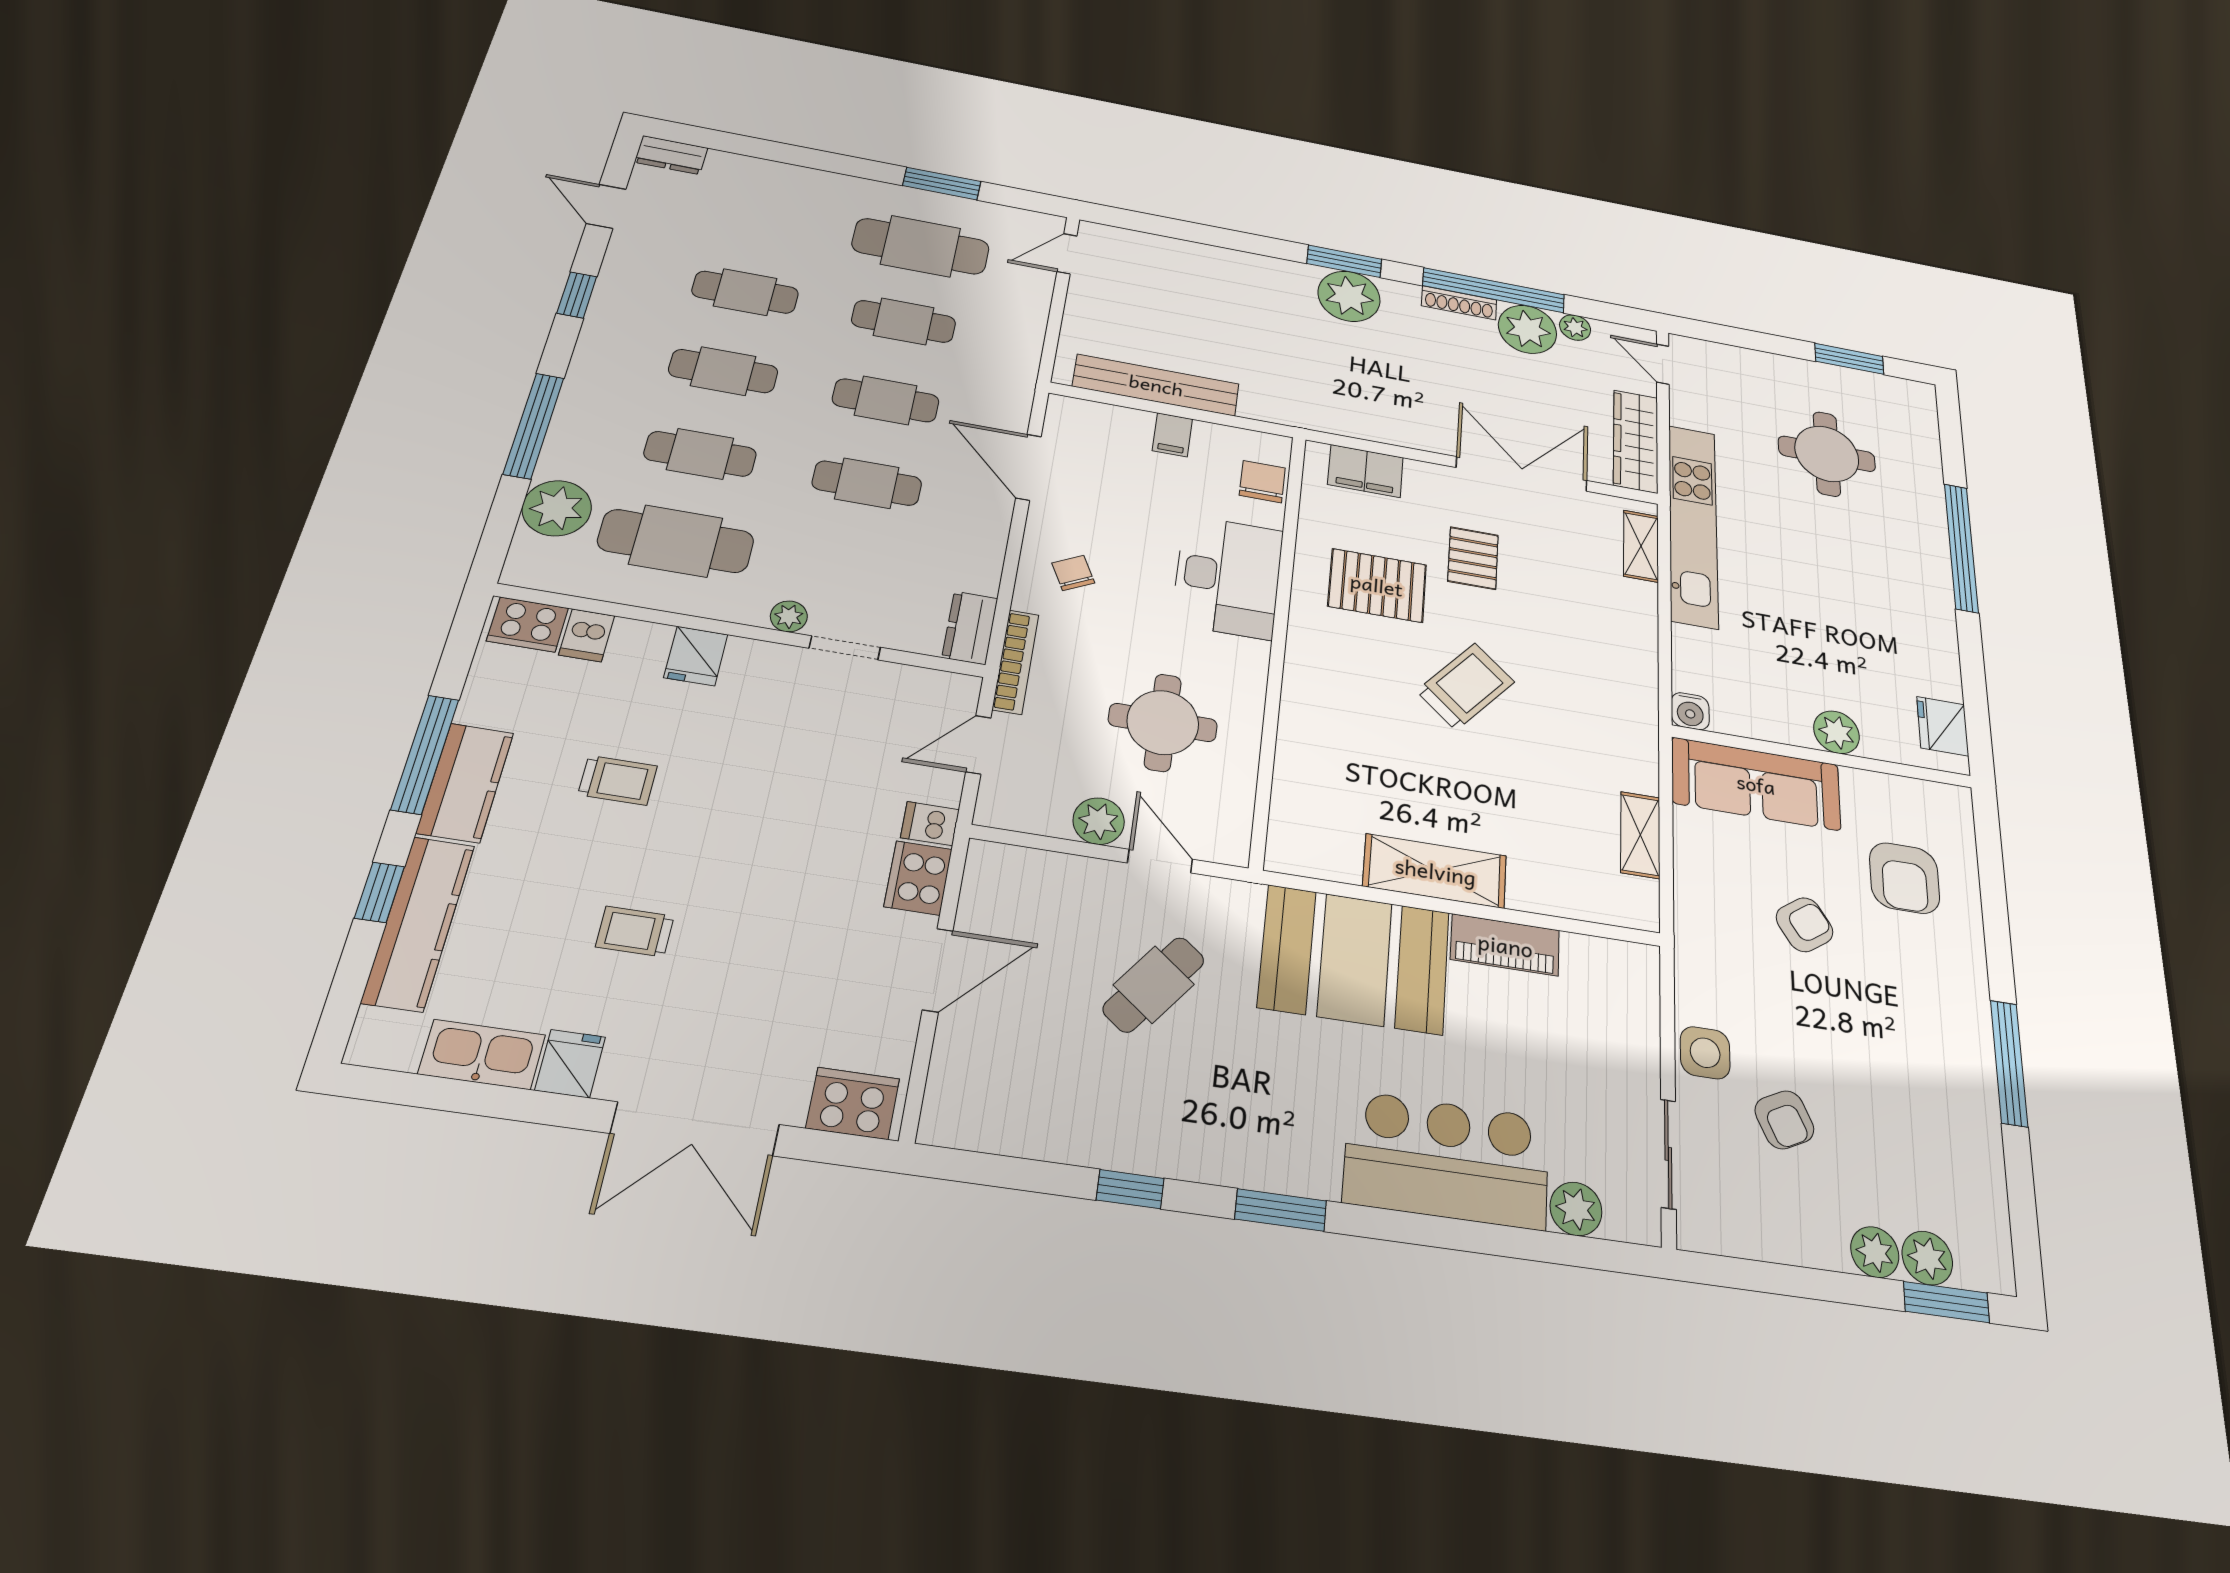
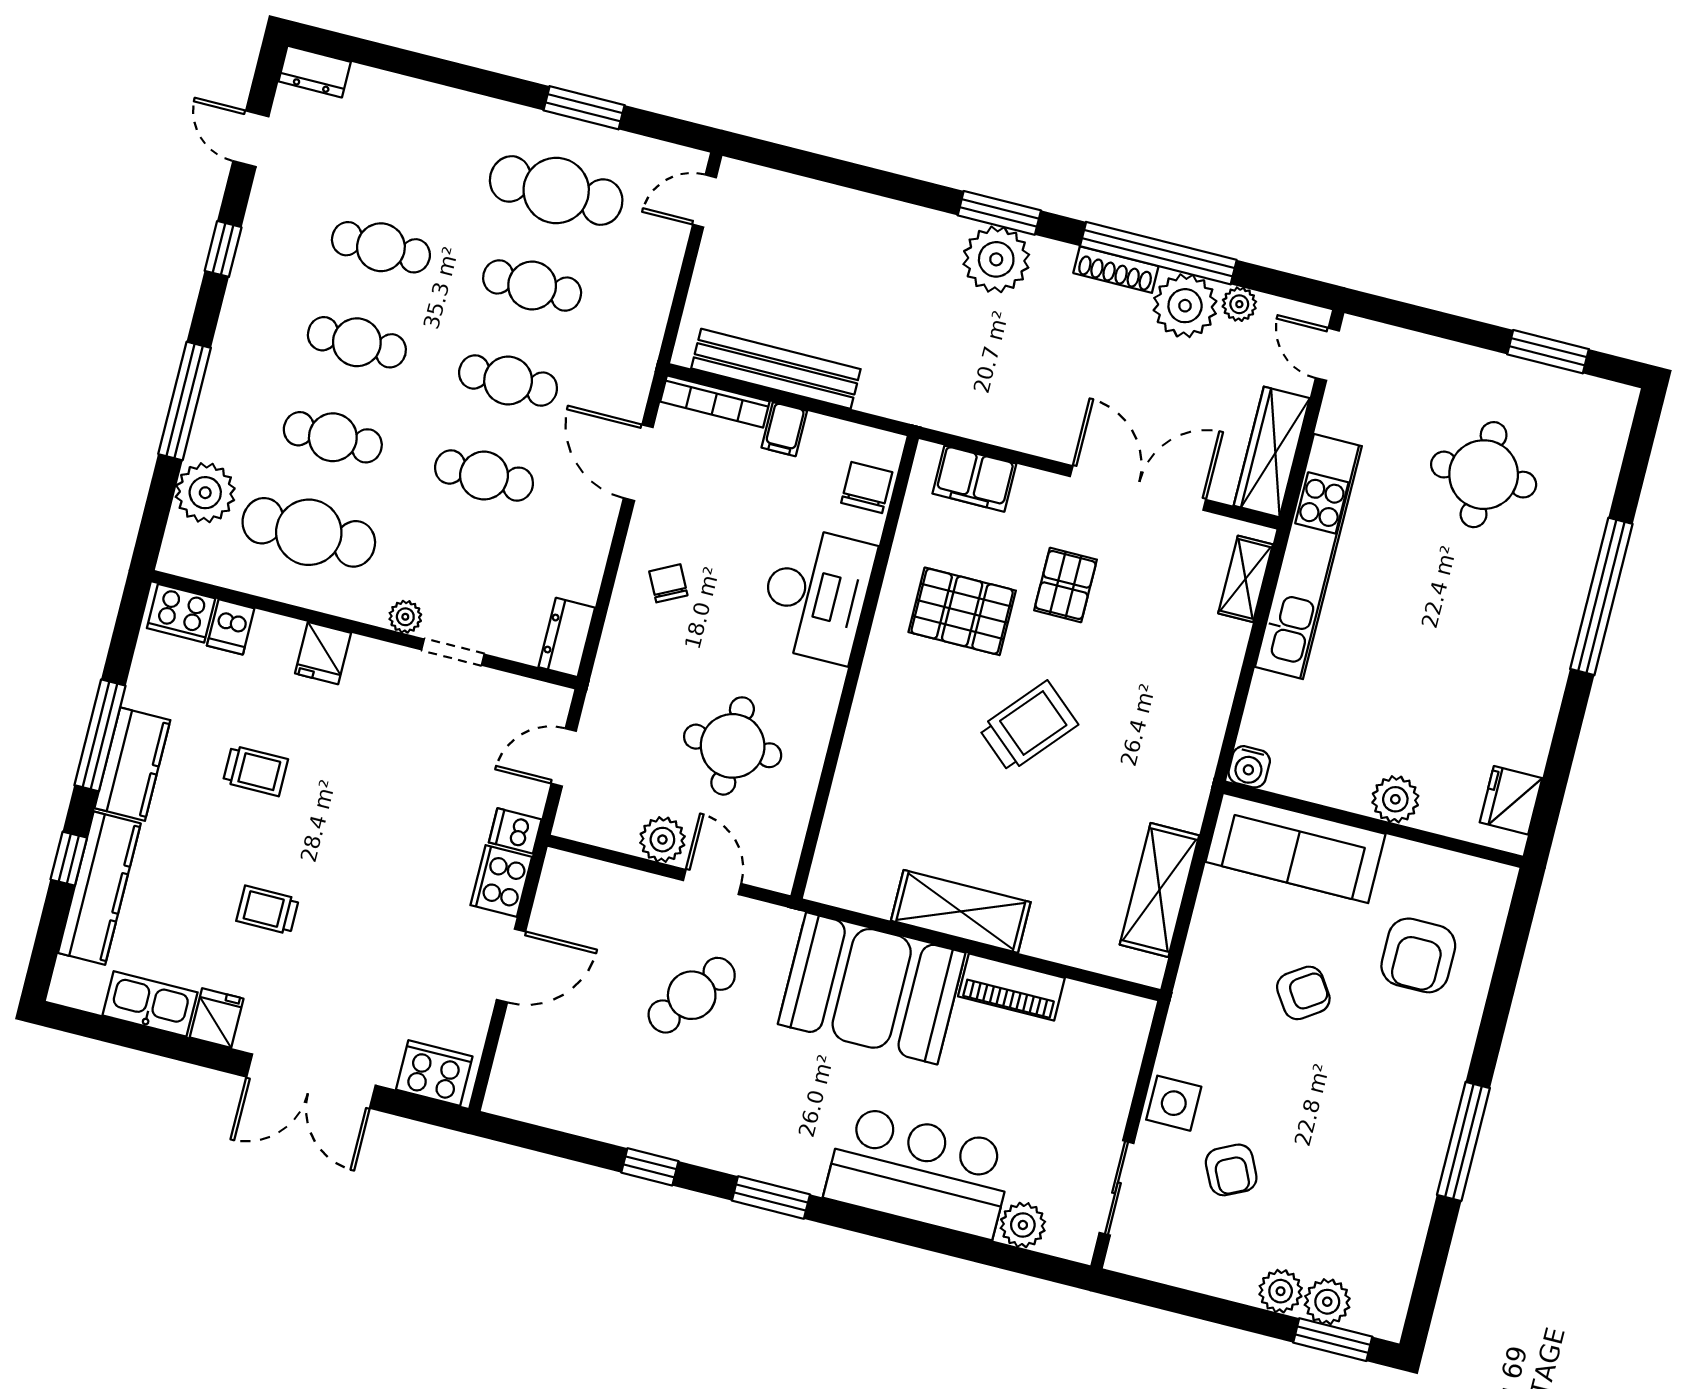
bookcase: (1016, 662) -> (715, 401), moved, turned 90
shelving: (1640, 835) -> (1159, 890), width x1.50, depth x1.33

